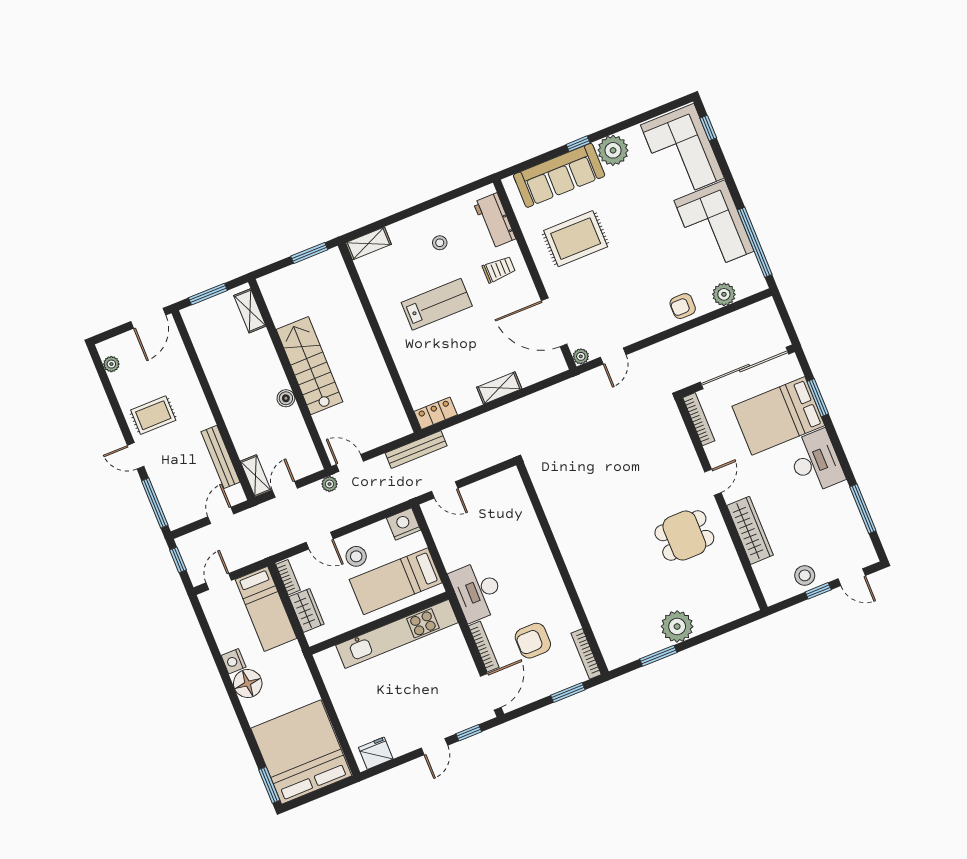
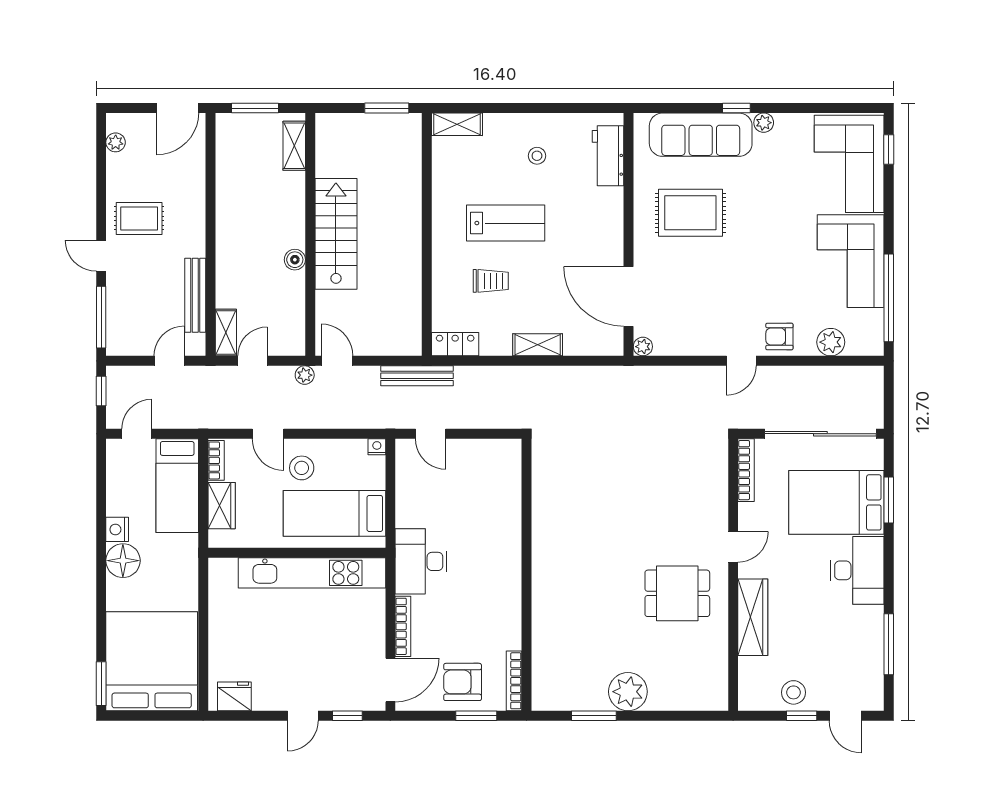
plant: (613, 150) -> (764, 123), width x0.53, depth x0.53
trolley: (499, 269) -> (491, 281), moved
door: (613, 356) -> (741, 361), moved
nightstand: (404, 524) -> (377, 447), width x0.53, depth x0.56
armchair: (533, 641) -> (463, 682), moved

